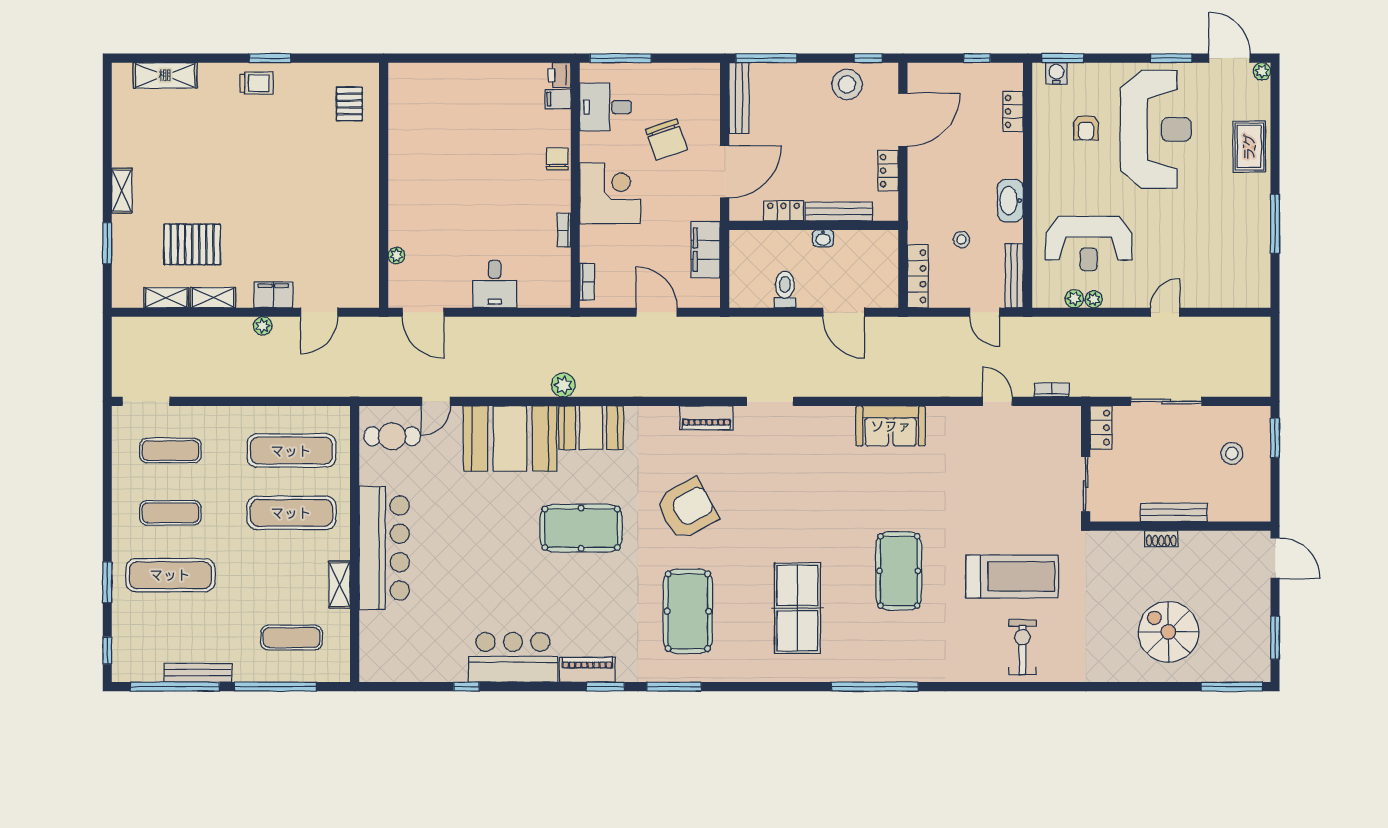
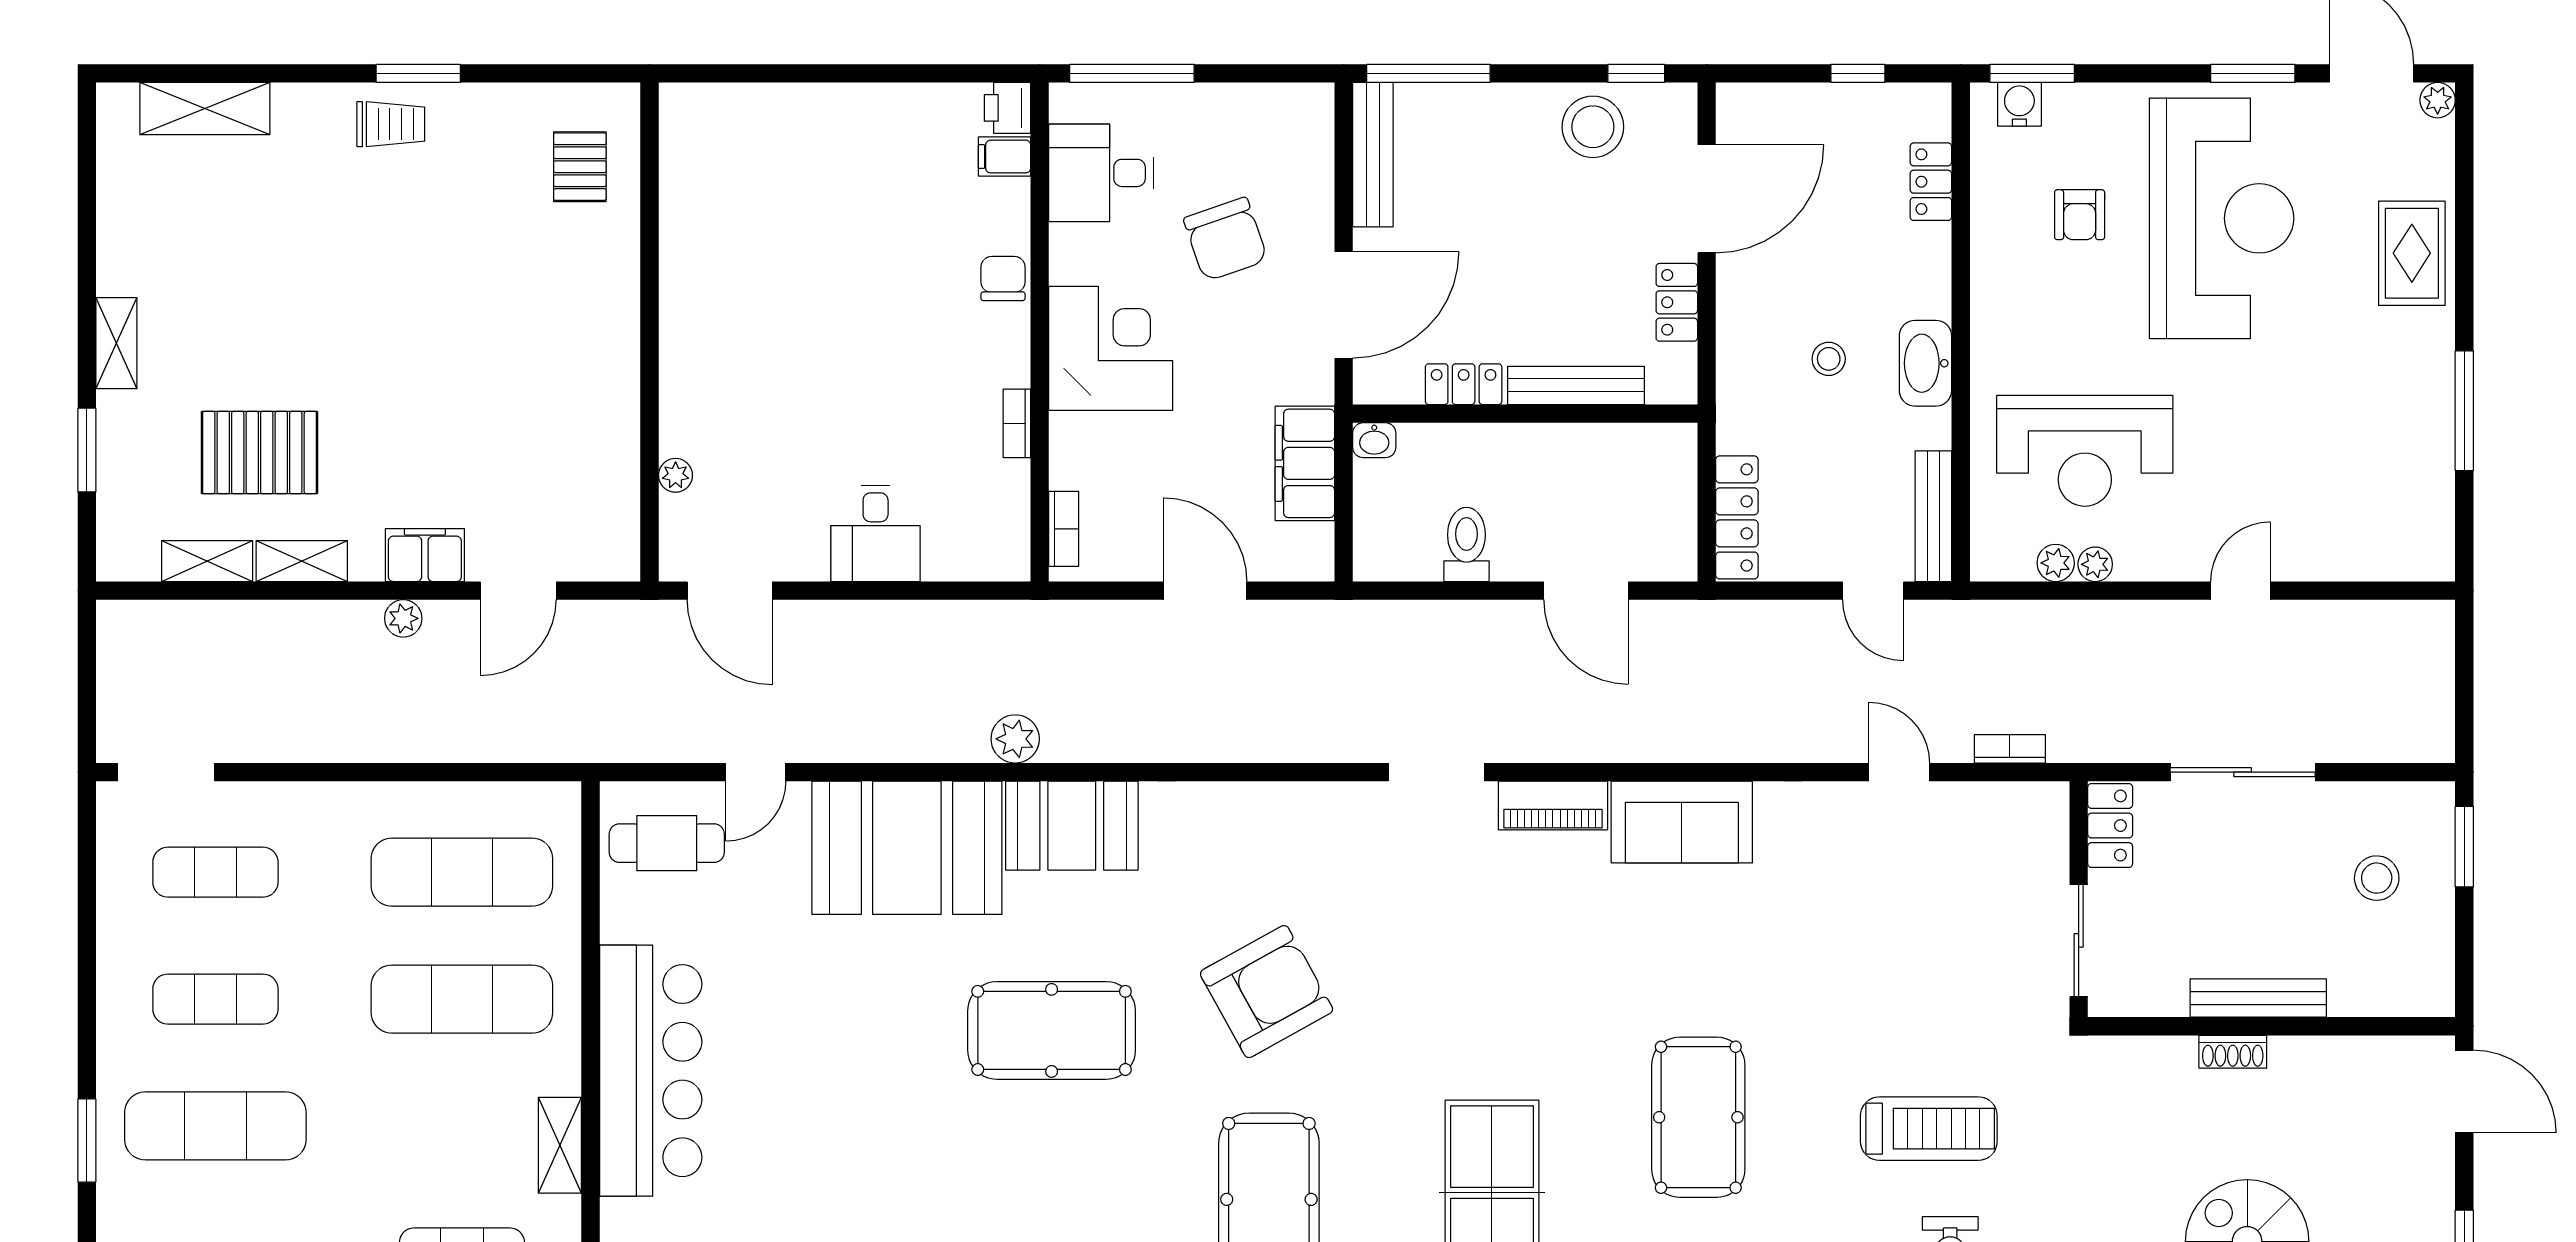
washbasin: (823, 238) -> (1374, 440), moved
stool: (961, 239) -> (1829, 359), moved
piano: (706, 418) -> (1553, 806), moved
treadmill: (1012, 576) -> (1929, 1129), width x0.73, depth x0.73

